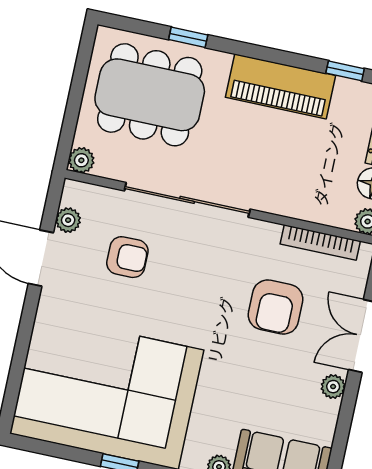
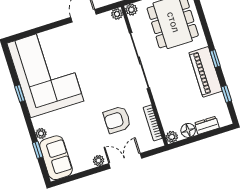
window: (188, 37) -> (215, 59), moved
plant: (68, 220) -> (117, 14), moved
armchair: (127, 257) -> (103, 50), removed

